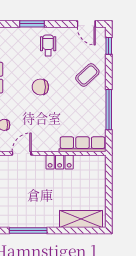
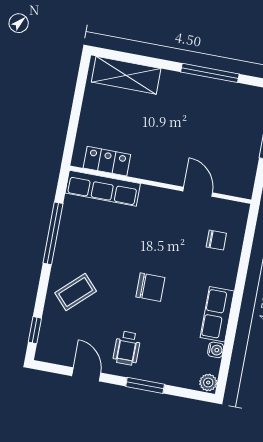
door: (86, 24) -> (86, 374), moved
door: (22, 153) -> (198, 192), swing flipped
locker: (60, 162) -> (107, 161), moved

